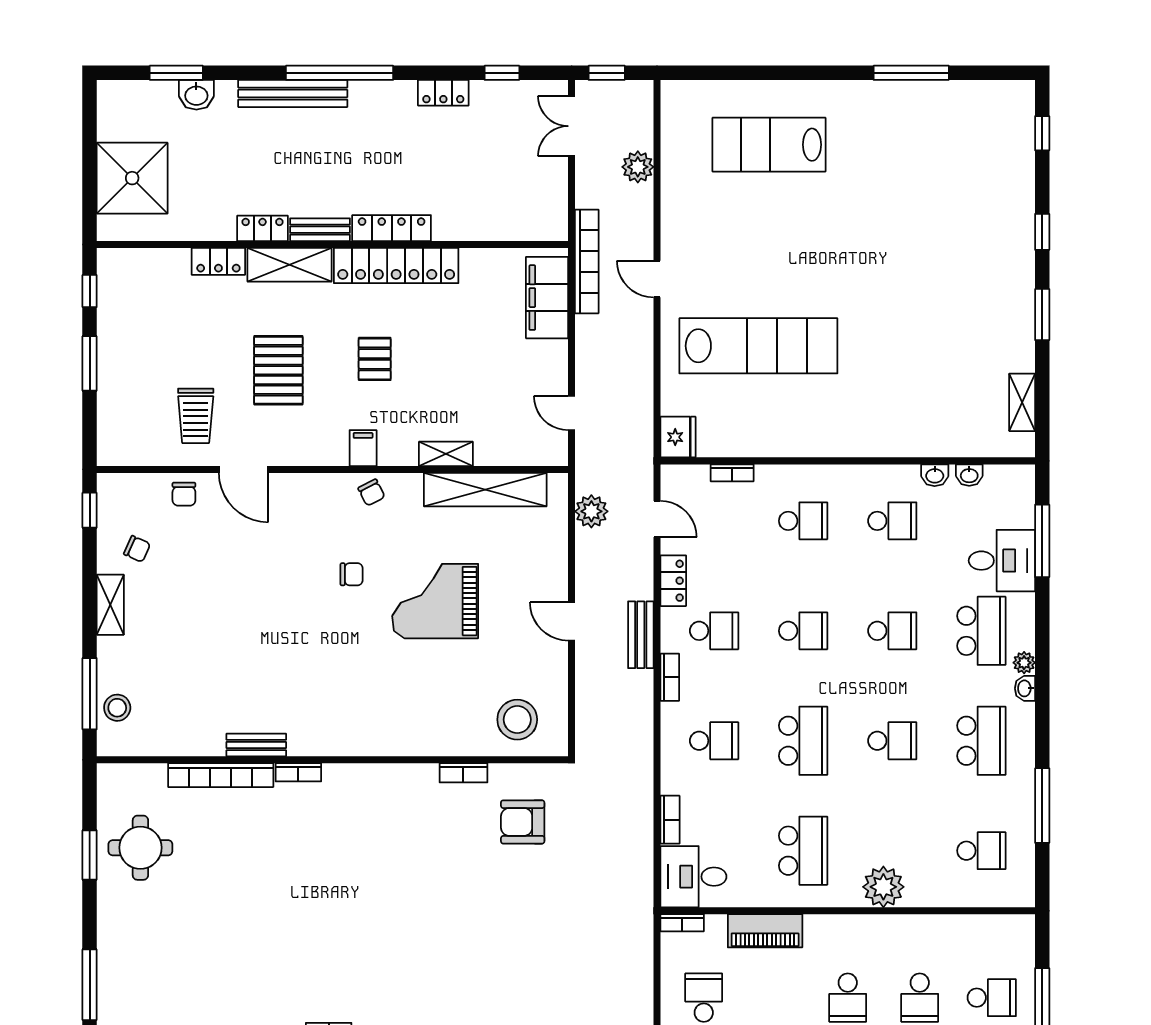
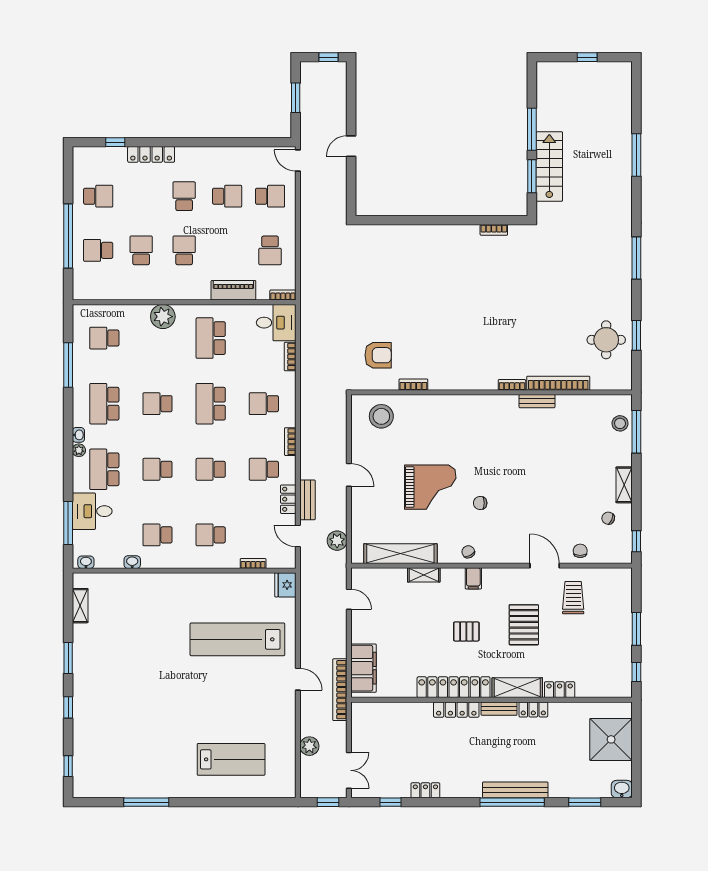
window: (340, 73) -> (512, 802), moved
washbasin: (196, 95) -> (622, 789), moved
pallet: (375, 359) -> (466, 631), turned 90
washbasin: (969, 475) -> (86, 562), moved
bench: (641, 635) -> (308, 500), moved

